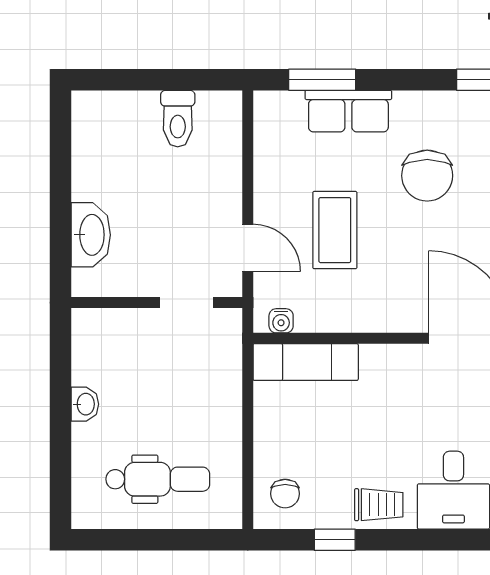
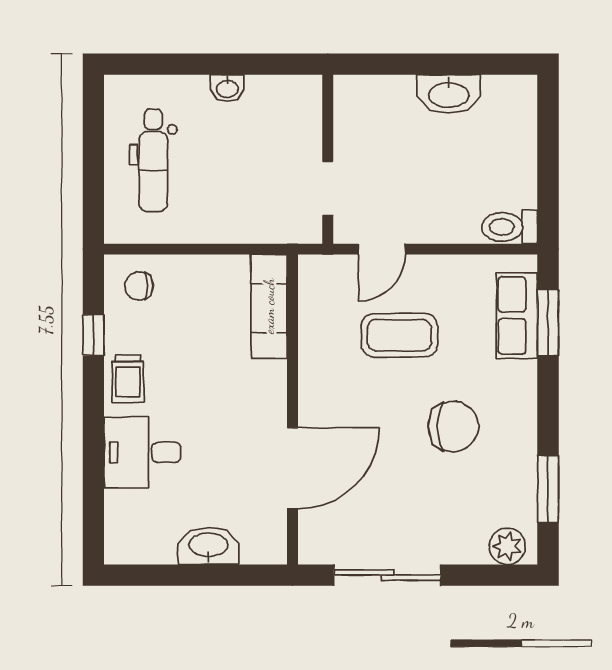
row of seats: (348, 111) -> (517, 315), moved
toilet: (178, 119) -> (510, 227), moved
chair: (427, 176) -> (453, 426), turned 180
washbasin: (91, 235) -> (449, 94), moved
water cooler: (281, 321) -> (310, 282), removed

